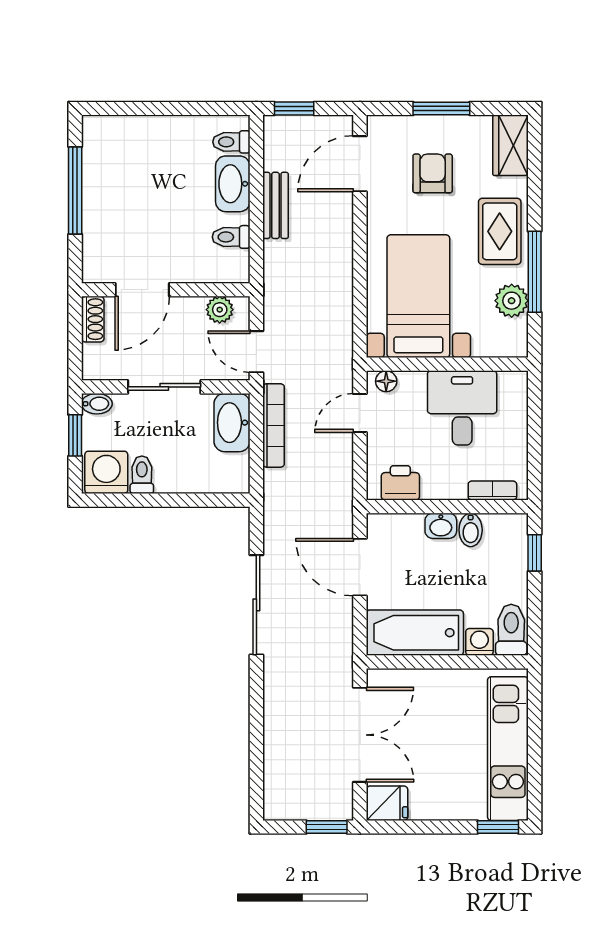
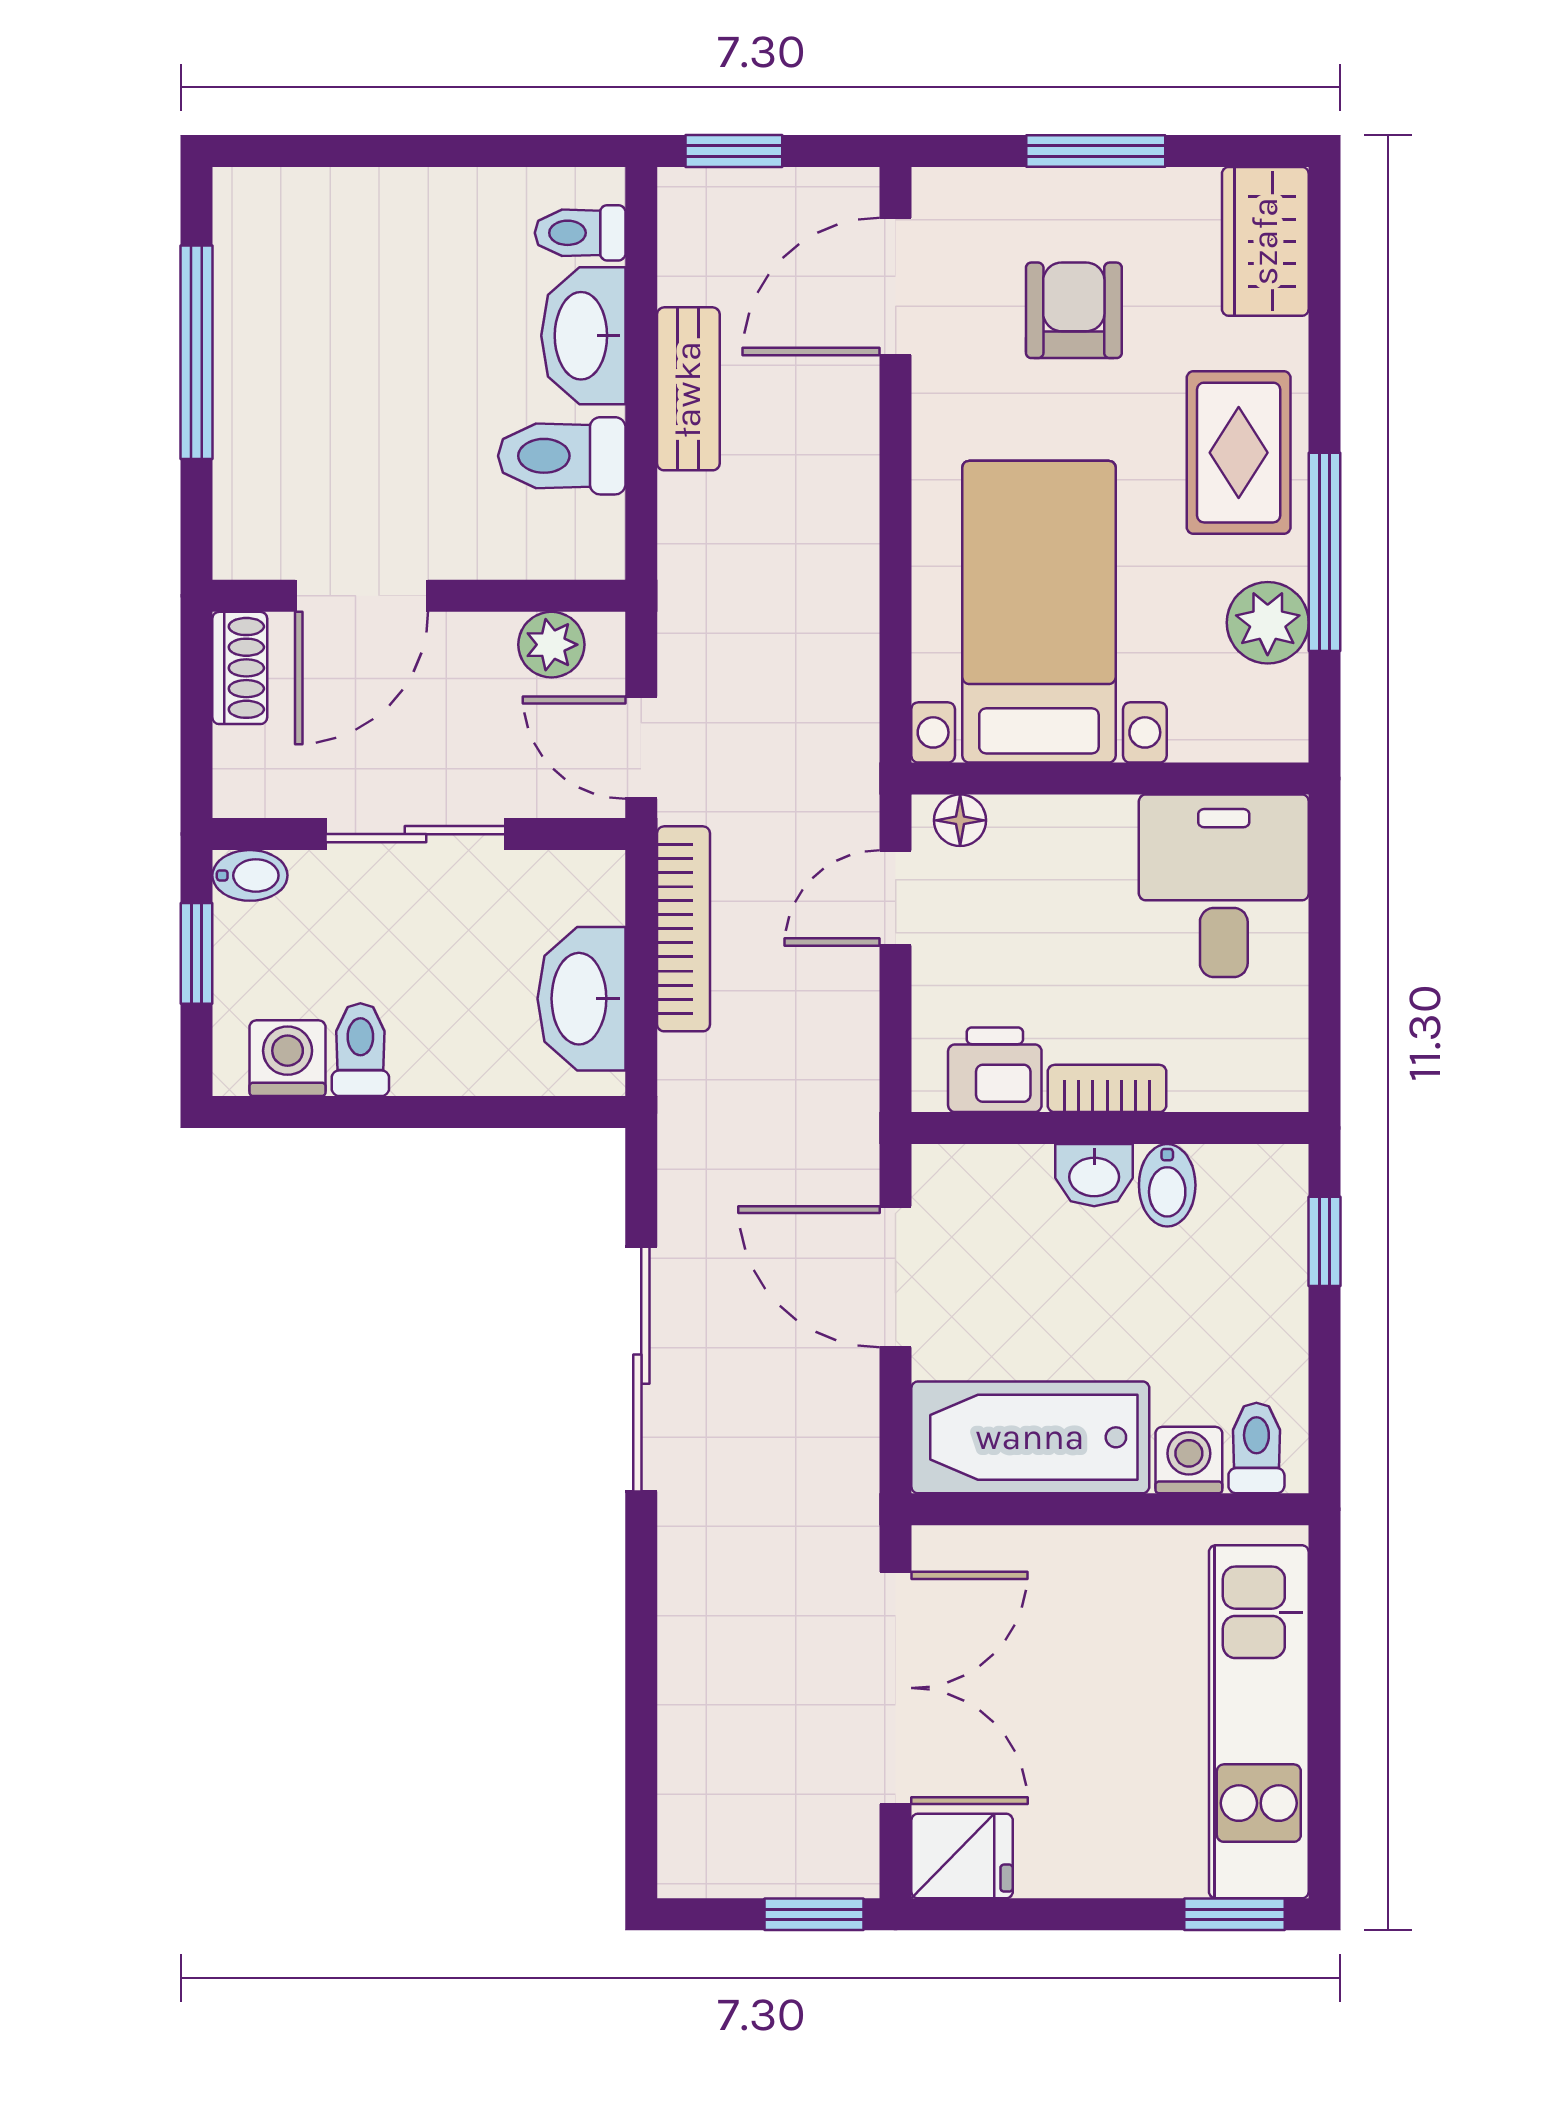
toilet: (231, 237) -> (562, 456), width x1.37, depth x1.39
desk: (462, 408) -> (1224, 886), moved
washbasin: (232, 423) -> (582, 999), moved
washing machine: (106, 472) -> (288, 1058), width x0.73, depth x0.73
bookcase: (492, 490) -> (1107, 1088), moved
toilet: (511, 630) -> (1256, 1448), width x0.73, depth x0.72

